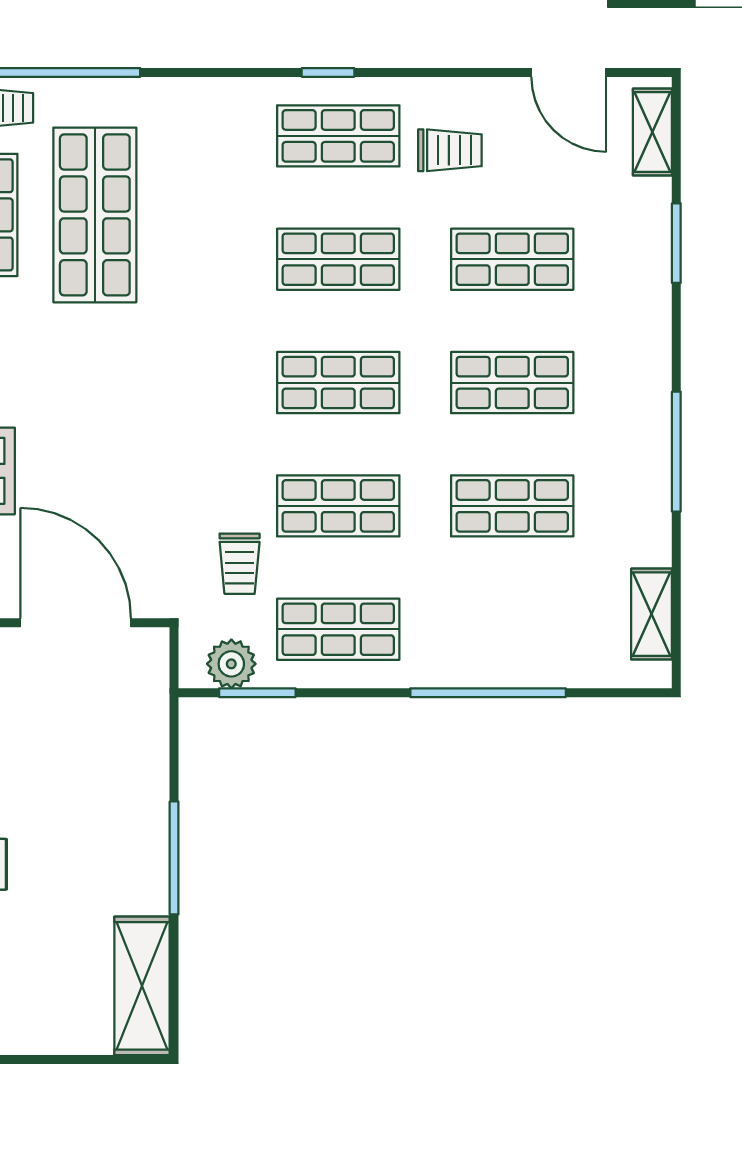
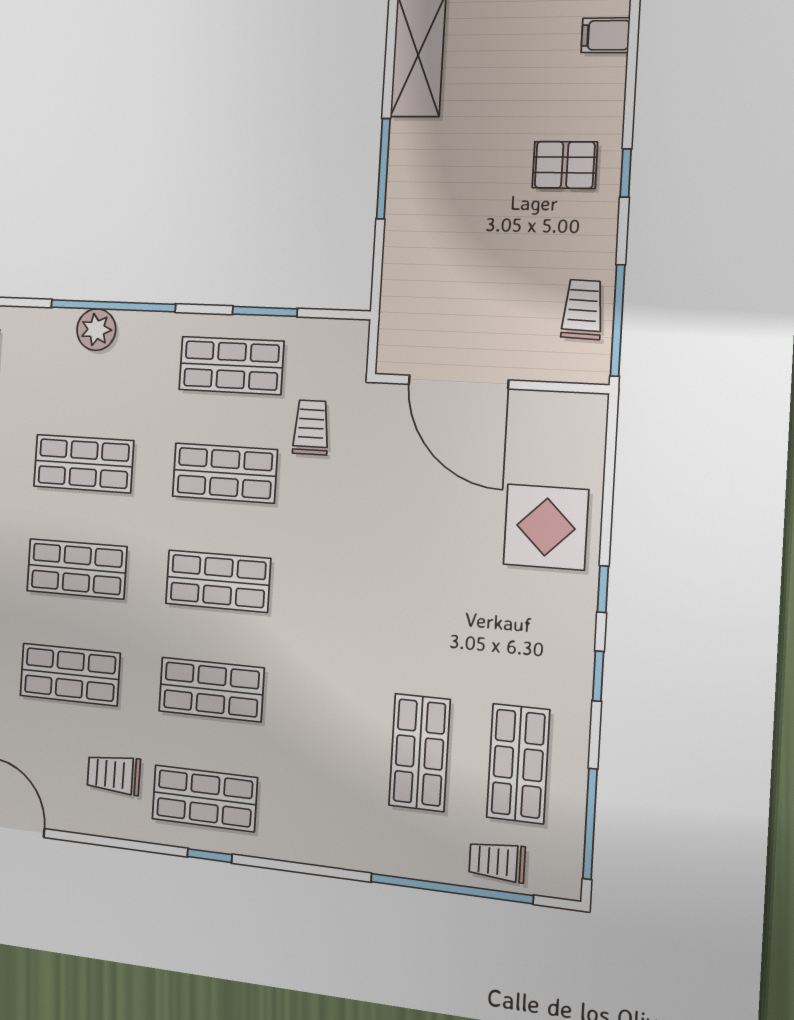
shop shelf: (95, 215) -> (420, 752), width x0.70, depth x0.74
plant: (231, 664) -> (96, 330), moved
window: (257, 693) -> (265, 311), moved

